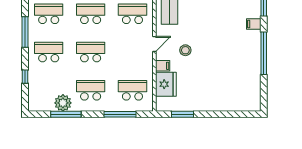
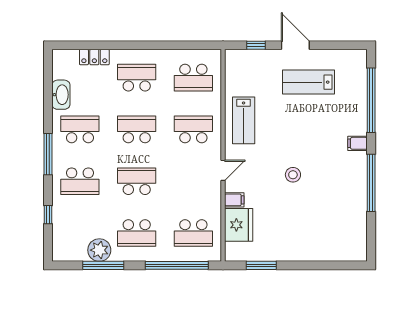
stool: (185, 50) -> (293, 175), moved
school desk: (49, 52) -> (80, 181), turned 180
school desk: (91, 90) -> (137, 233), turned 180
school desk: (132, 90) -> (193, 233), turned 180
window: (120, 114) -> (177, 265), width x1.46

